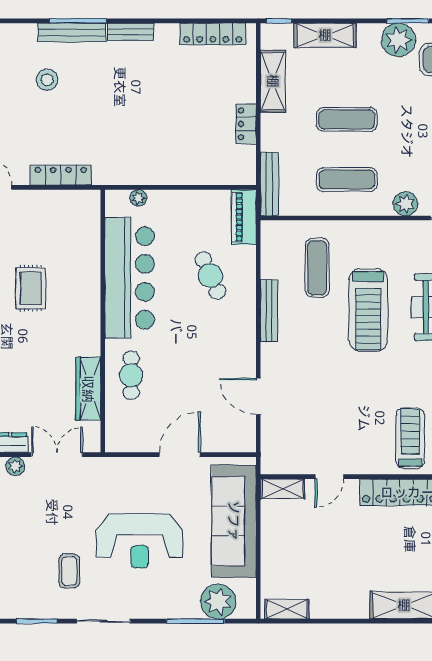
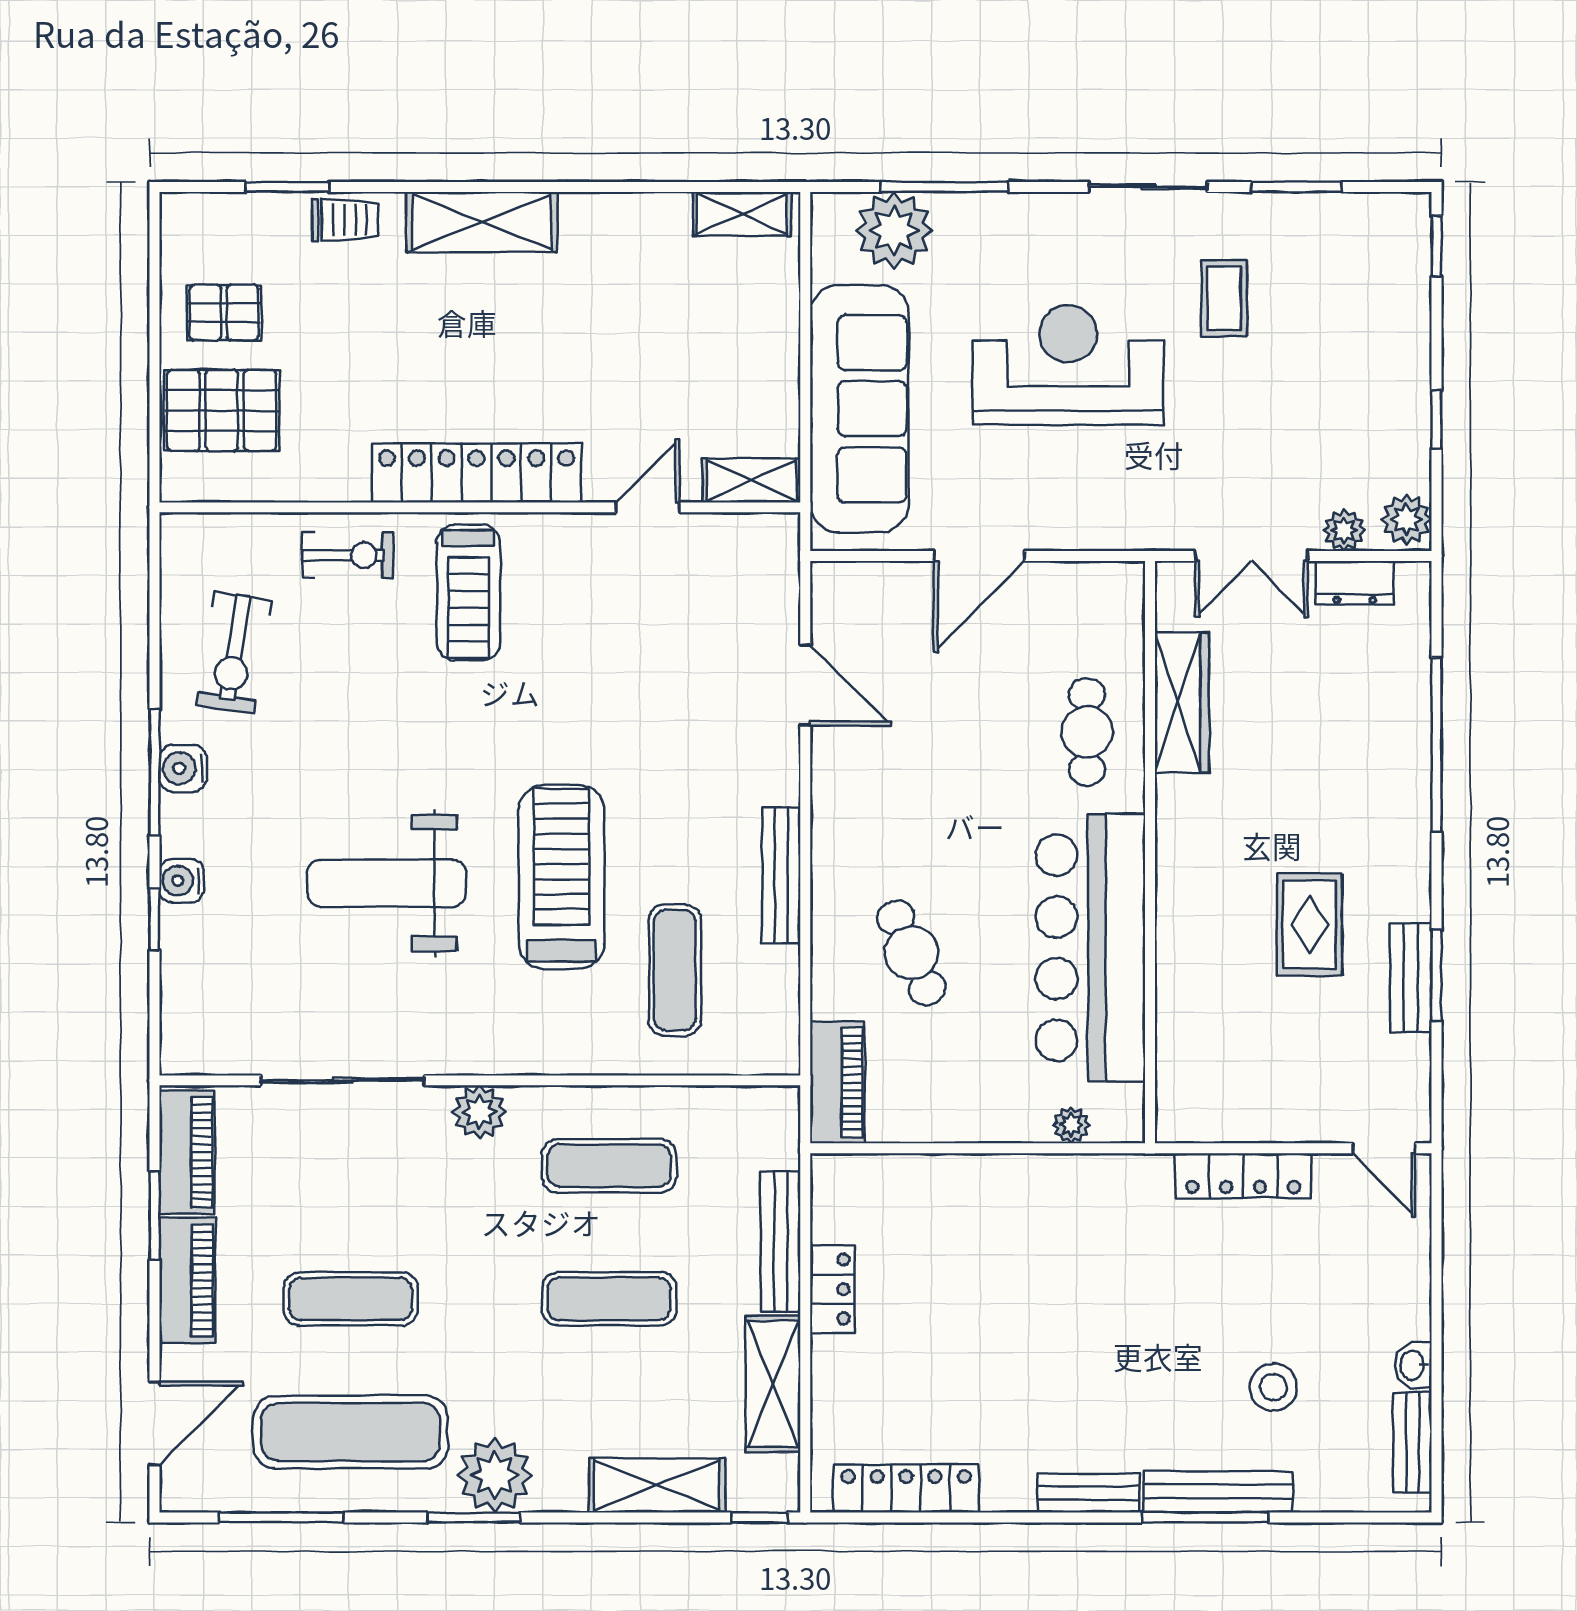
bench: (269, 184) -> (781, 1241), moved

